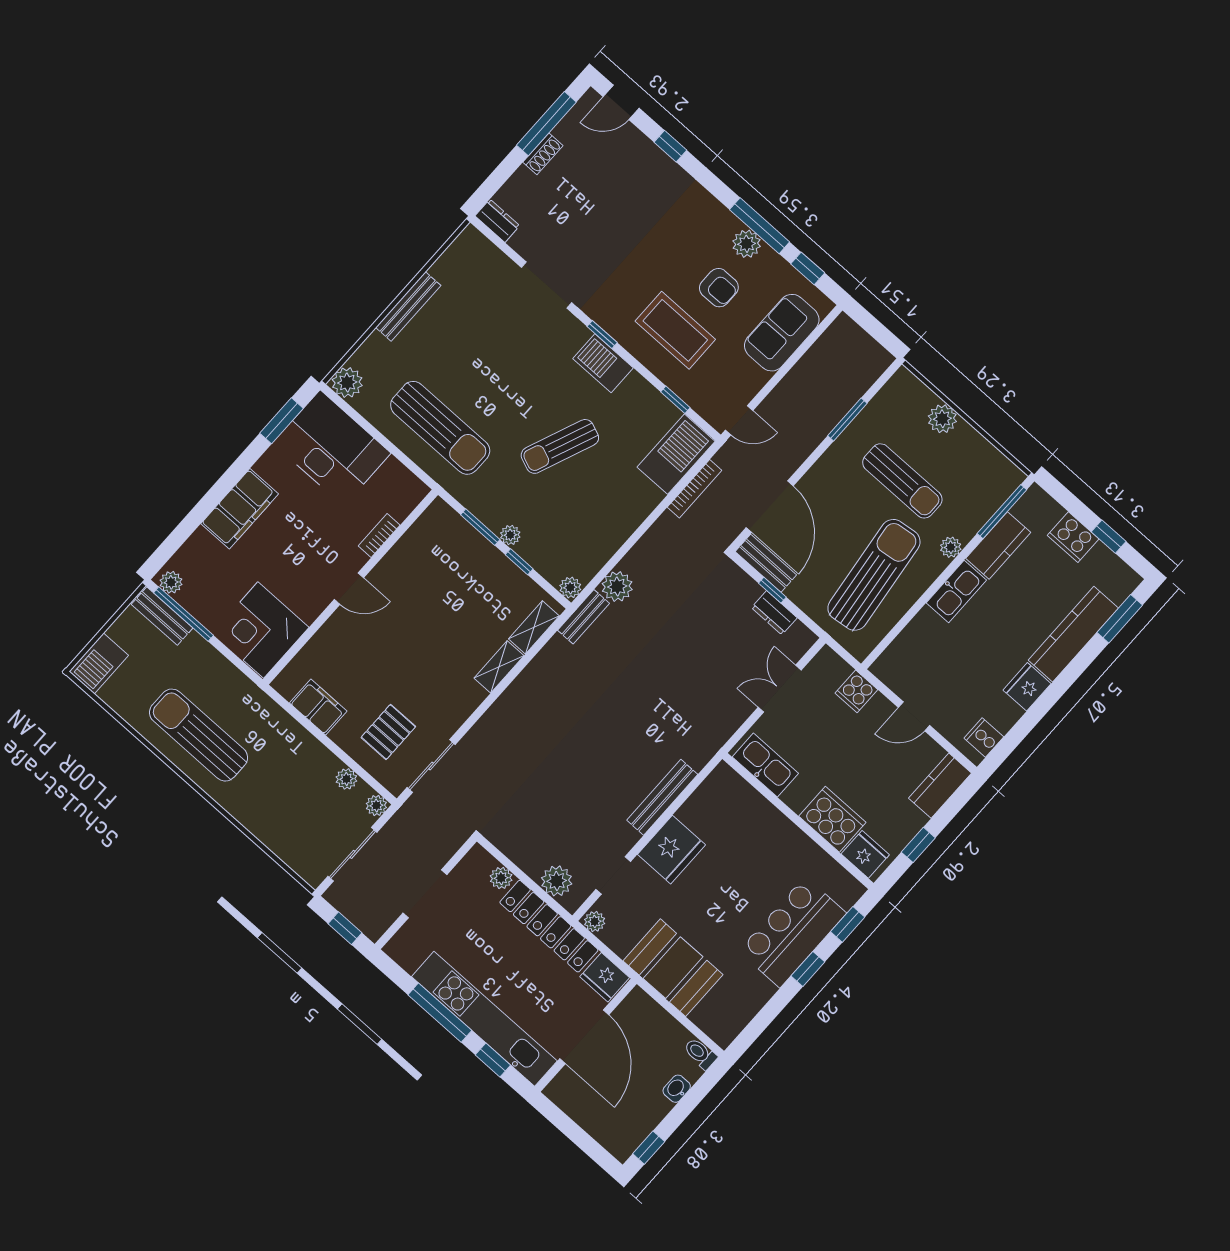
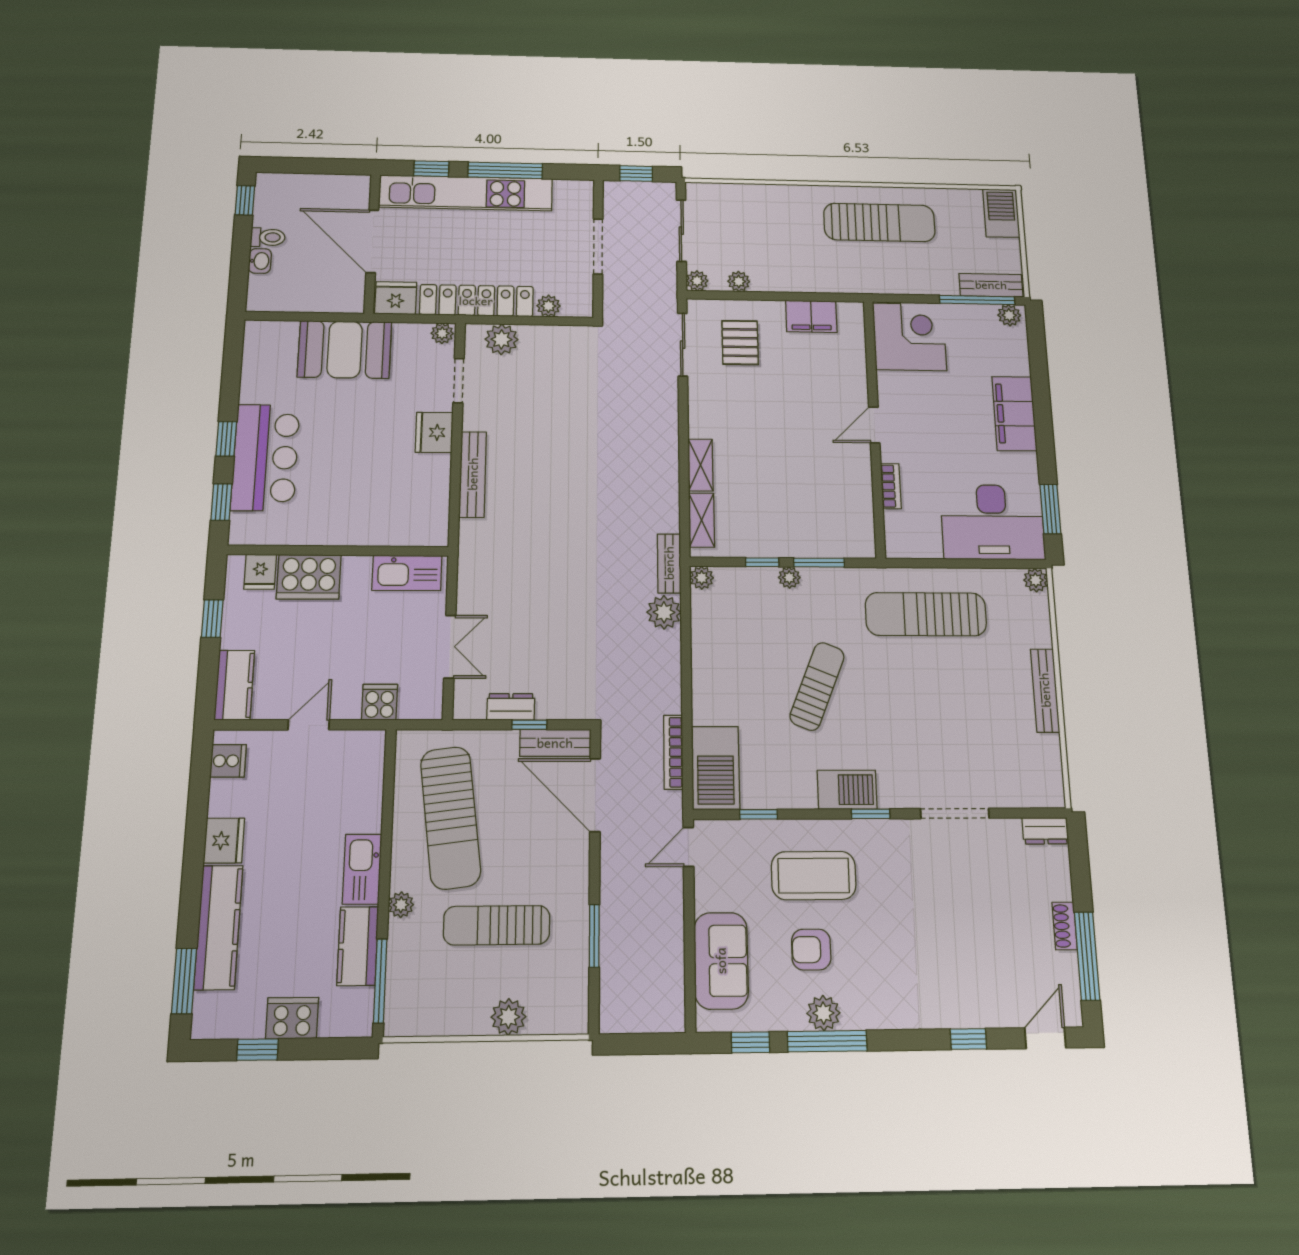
plant: (347, 382) -> (1036, 580), width x0.73, depth x0.73
fridge: (672, 850) -> (434, 432), width x0.73, depth x0.75
fridge: (865, 854) -> (260, 572), width x0.72
toilet: (700, 1054) -> (268, 237), moved

